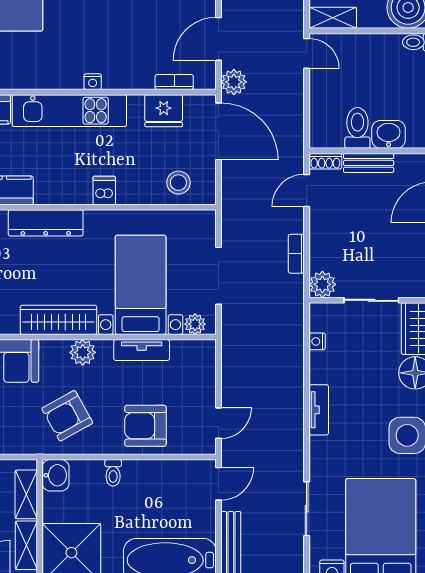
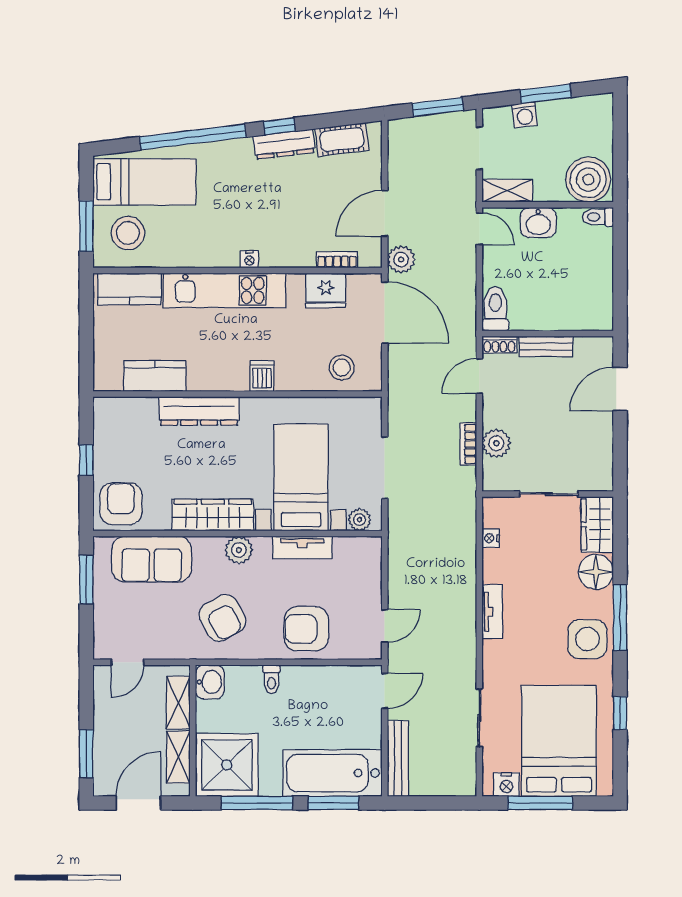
toilet: (357, 128) -> (495, 309), moved
washbasin: (389, 134) -> (538, 222), moved, turned 180
plant: (322, 284) -> (496, 443), moved
armchair: (67, 416) -> (222, 618), turned -90

